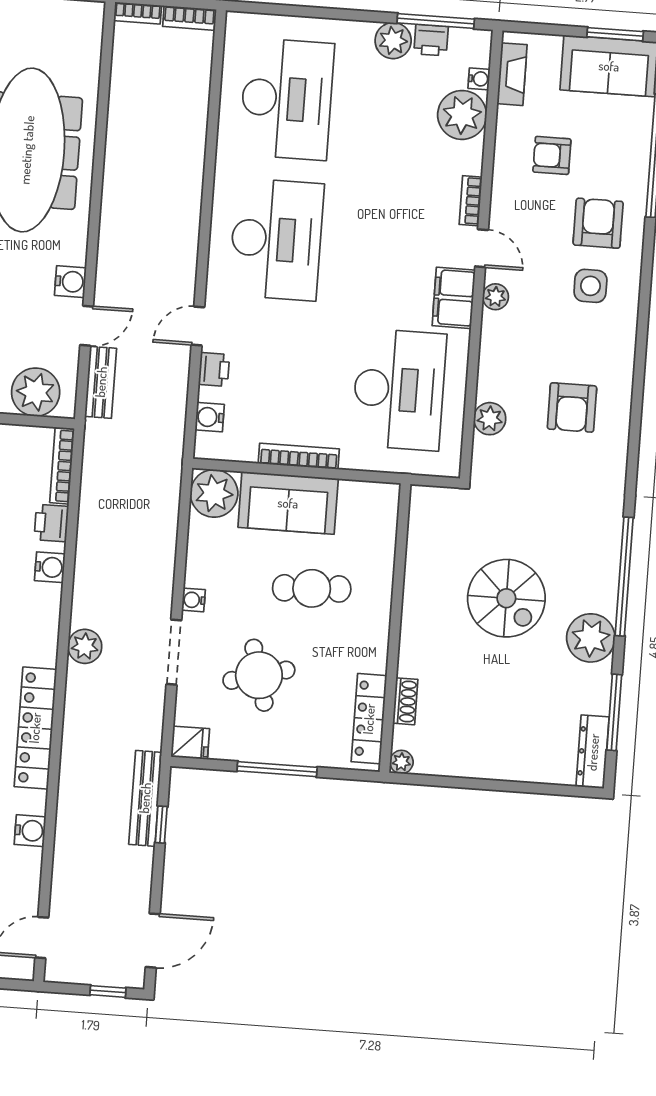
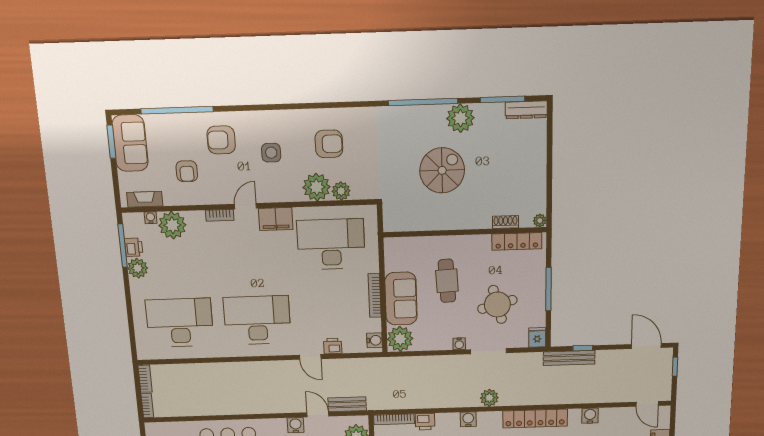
side table: (590, 286) -> (271, 153), moved
plant: (495, 297) -> (317, 187), moved, width x1.88, depth x1.88
water cooler: (210, 417) -> (375, 340), moved, turned -90
water cooler: (50, 567) -> (468, 419), moved

